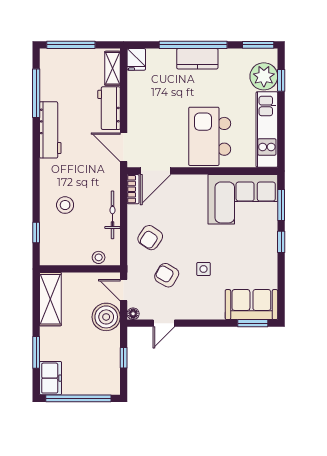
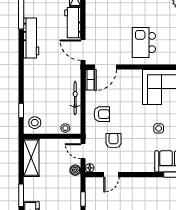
kitchen island: (210, 136) -> (144, 43), width x0.73, depth x0.78
stool: (65, 205) -> (35, 123), moved
armchair: (150, 238) -> (102, 114), turned -124
side table: (204, 269) -> (159, 128), moved
armchair: (167, 275) -> (113, 141), turned 60
boiler: (106, 317) -> (75, 170), width x0.54, depth x0.54

